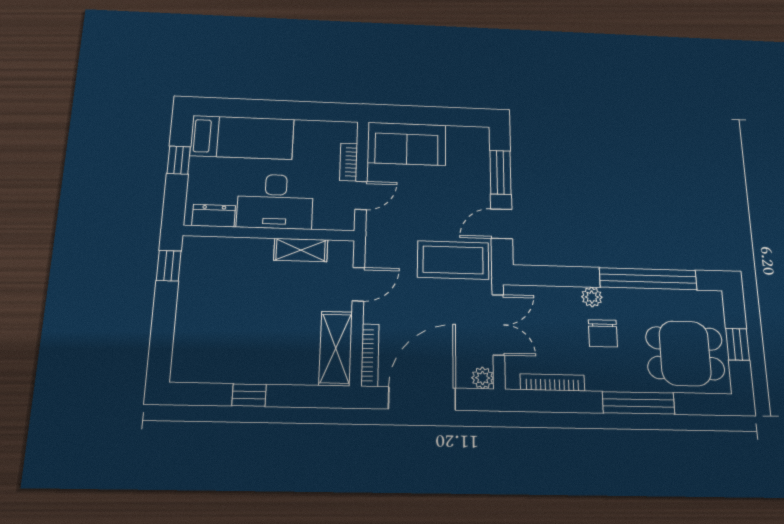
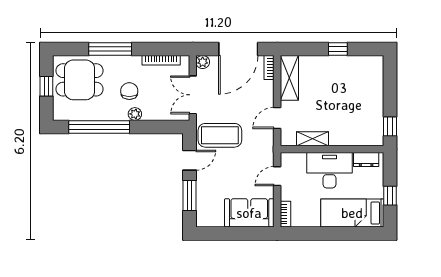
bookcase: (349, 162) -> (285, 214), moved
bookcase: (370, 355) -> (269, 67), width x0.64

